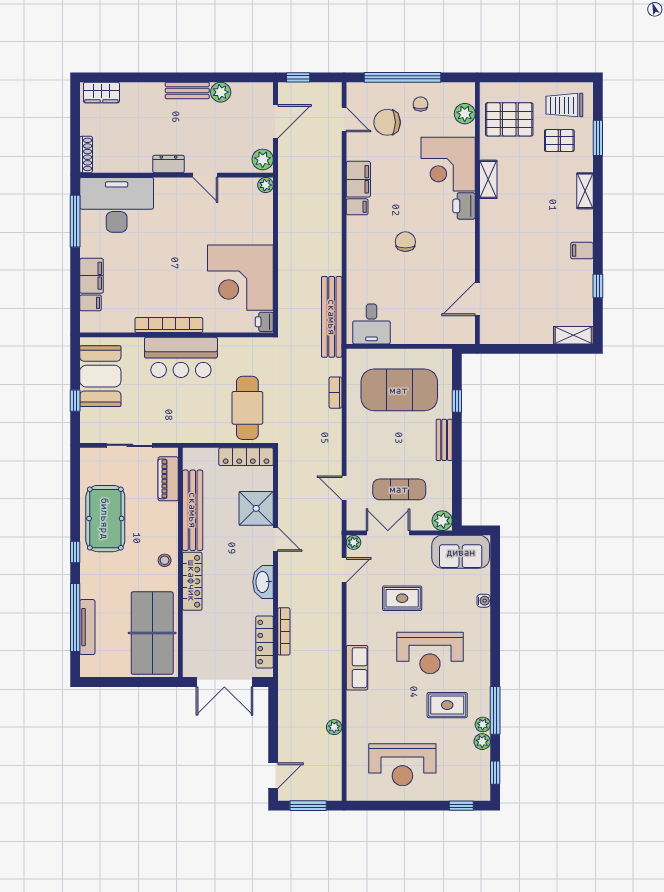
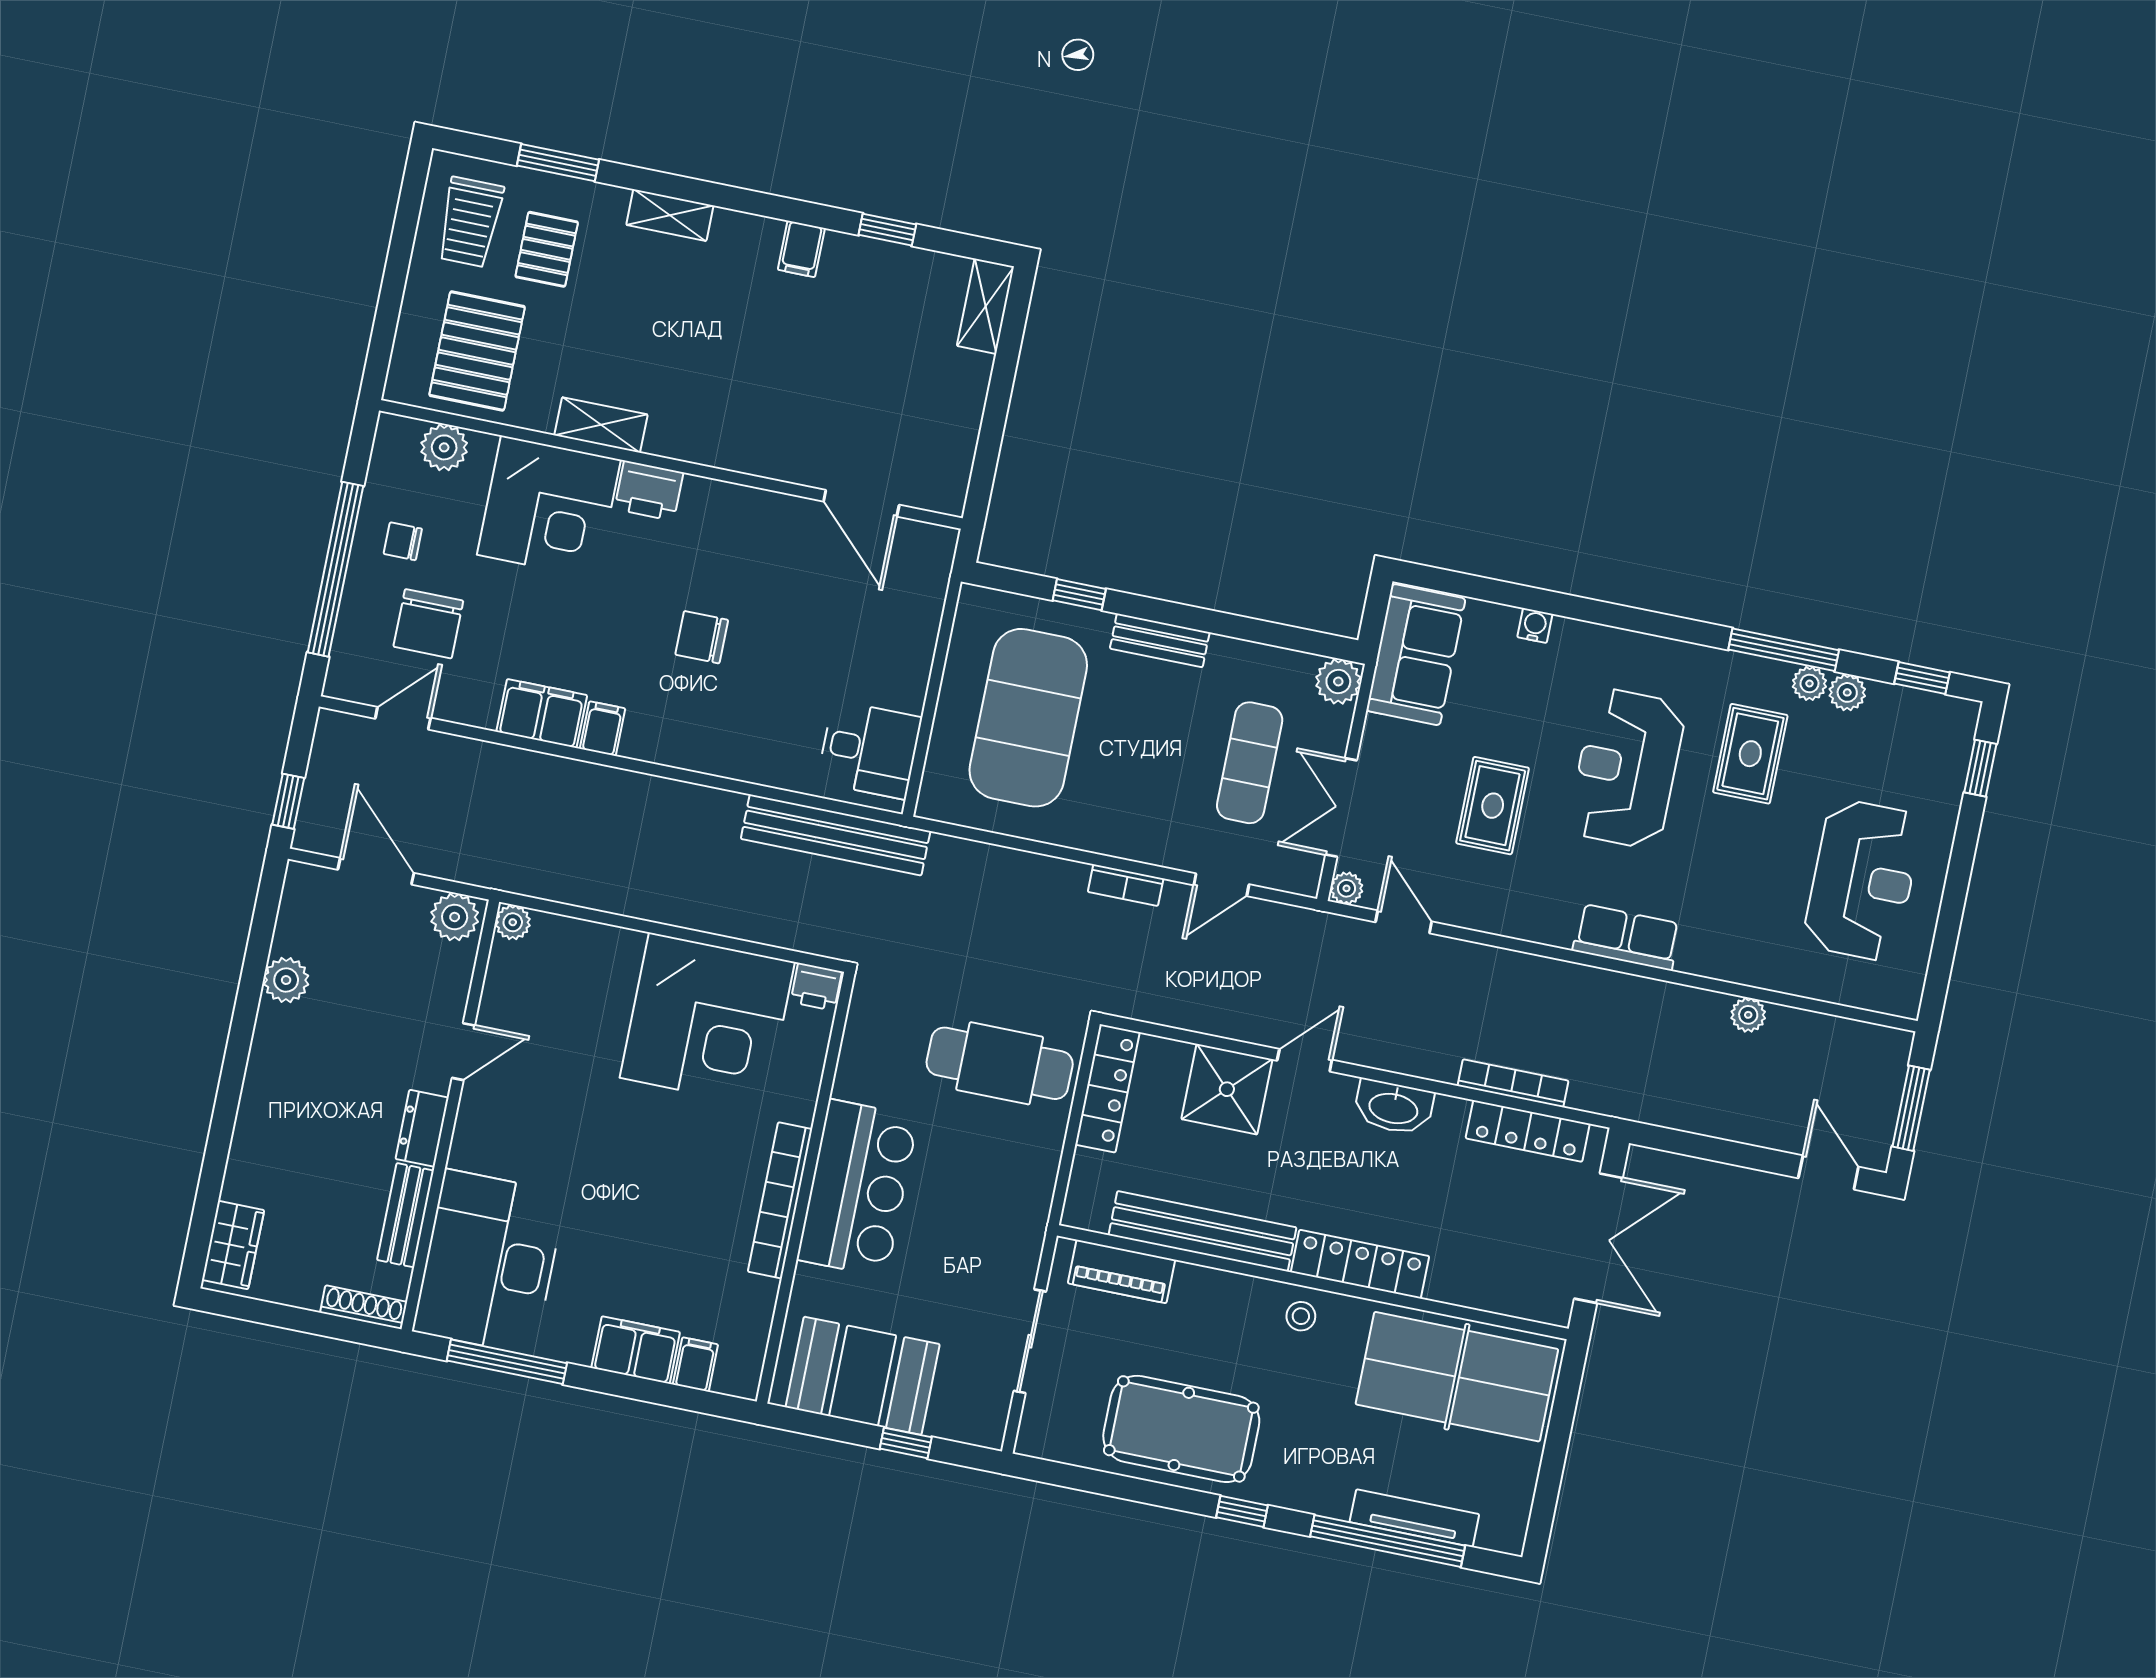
bench: (187, 90) -> (405, 1215), moved
bookcase: (335, 393) -> (1126, 885), moved
reception desk: (430, 653) -> (1627, 768), turned 180

